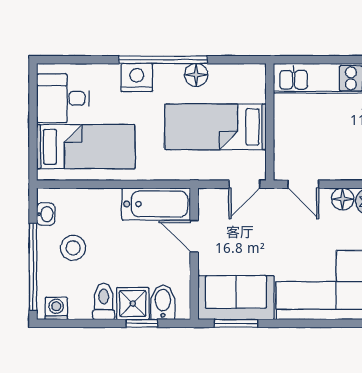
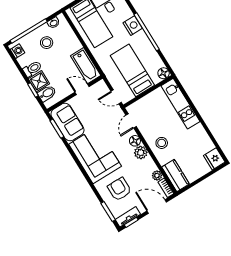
floor lamp: (196, 75) -> (164, 73), moved
door: (194, 236) -> (82, 89), hinge flipped

